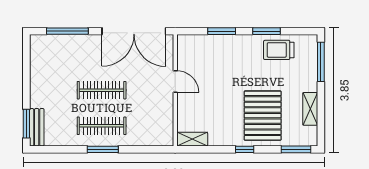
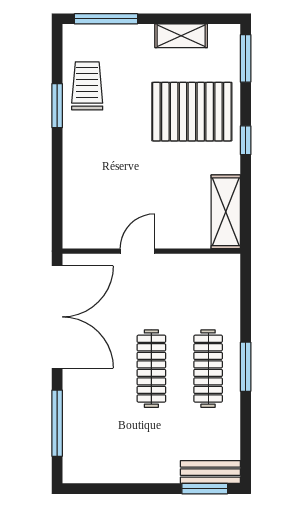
window: (222, 31) -> (57, 177), removed
trolley: (279, 50) -> (87, 86), turned 180
shelving: (192, 139) -> (226, 212), width x1.50, depth x1.33

